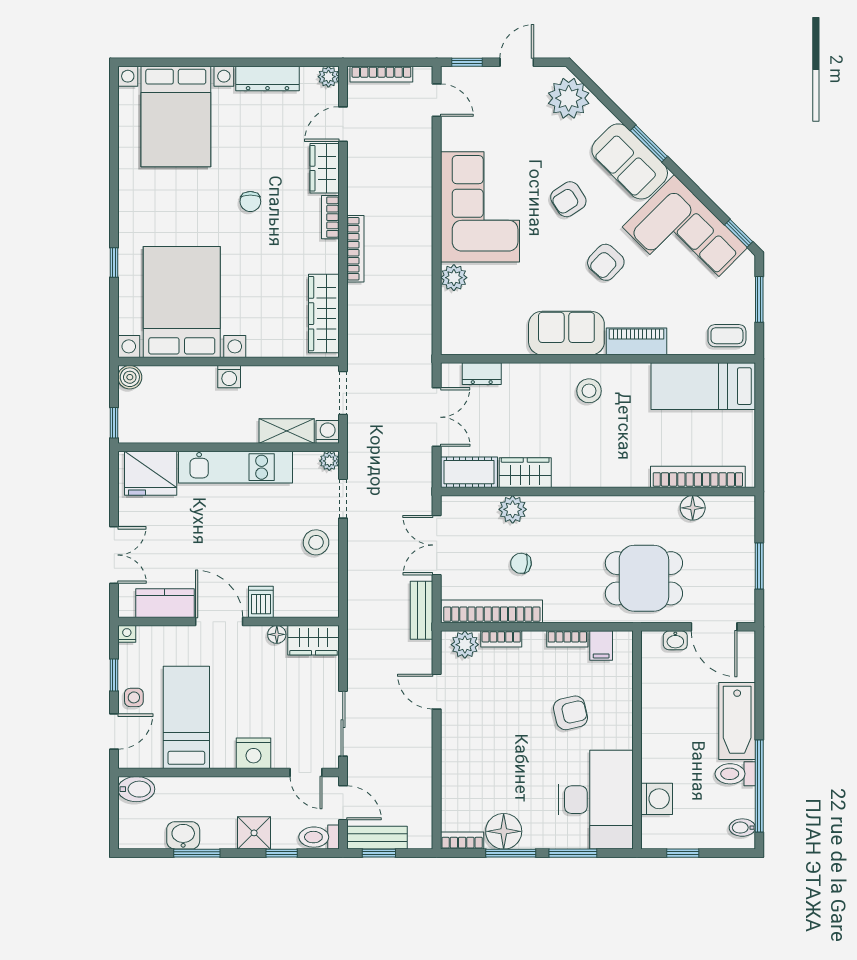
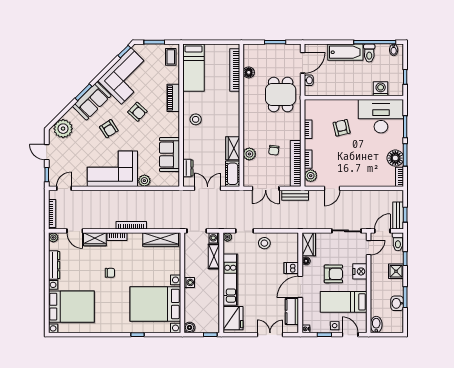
sofa: (566, 333) -> (169, 155), moved
filing cabinet: (601, 646) -> (311, 114), removed
armchair: (248, 695) -> (333, 274), added

